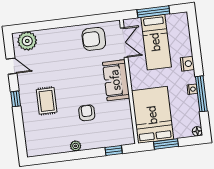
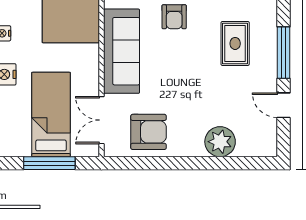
plant: (27, 41) -> (220, 142), moved
sofa: (116, 80) -> (121, 51), width x1.36
window: (16, 99) -> (283, 53), width x2.17

